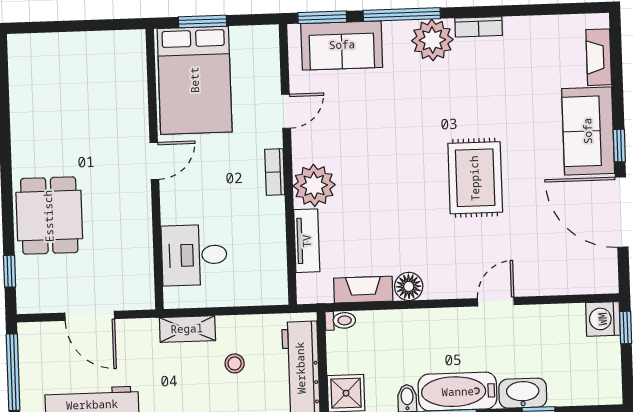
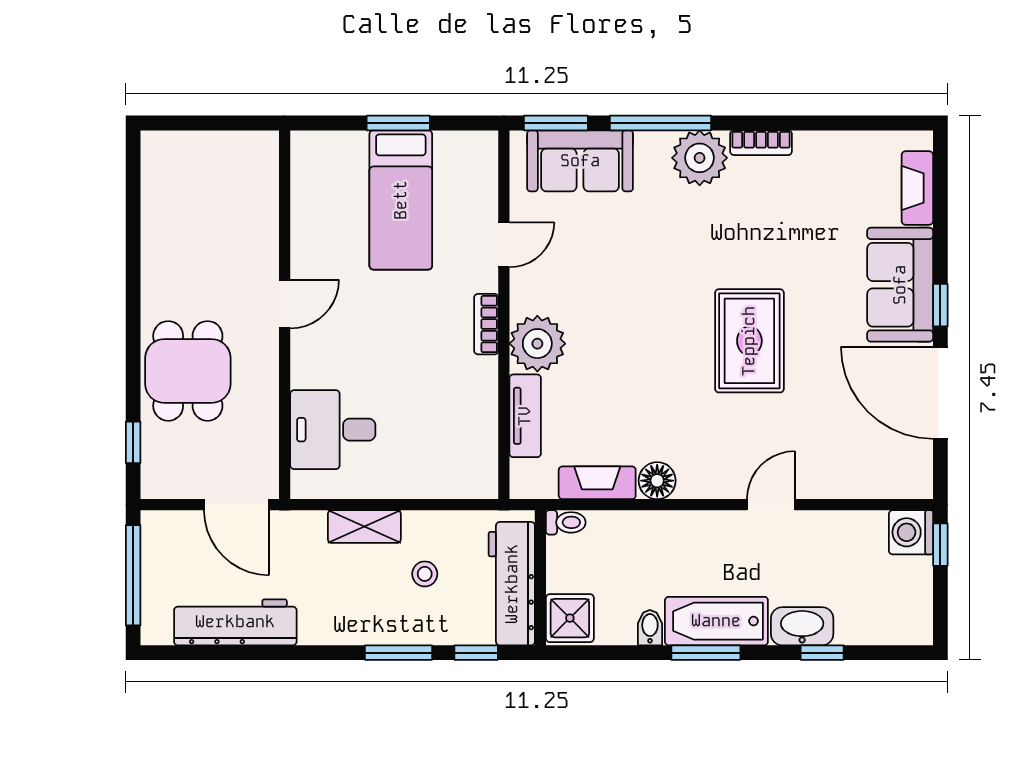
bed: (195, 80) -> (401, 200), width x0.67
door: (154, 161) -> (285, 304), moved
wall: (155, 169) -> (285, 315), moved
desk: (194, 255) -> (333, 430), moved

